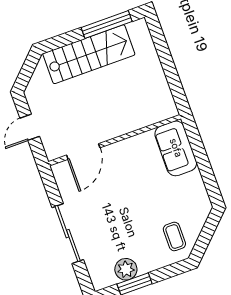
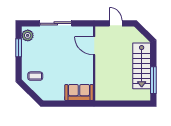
plant: (126, 269) -> (28, 35), moved

